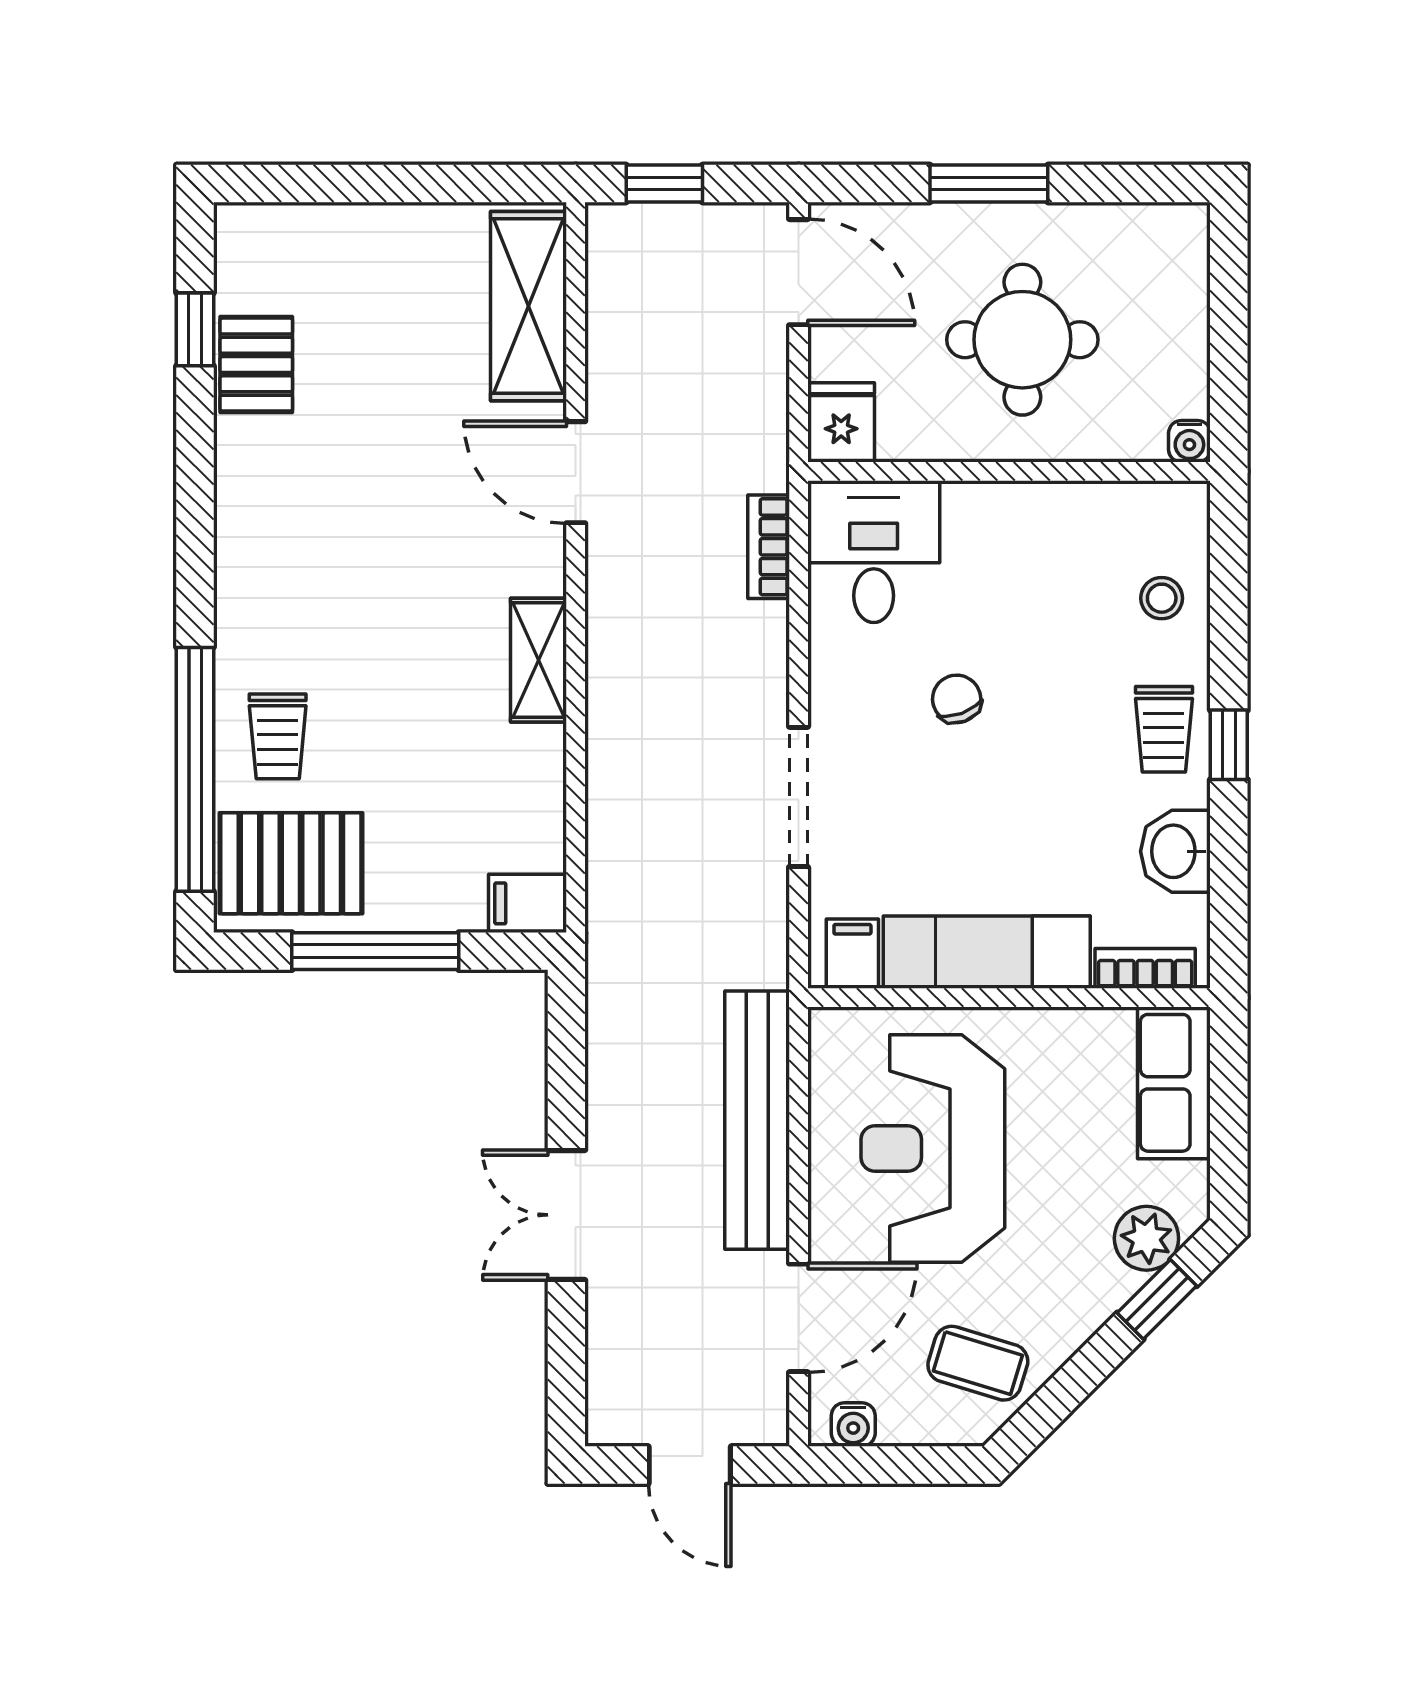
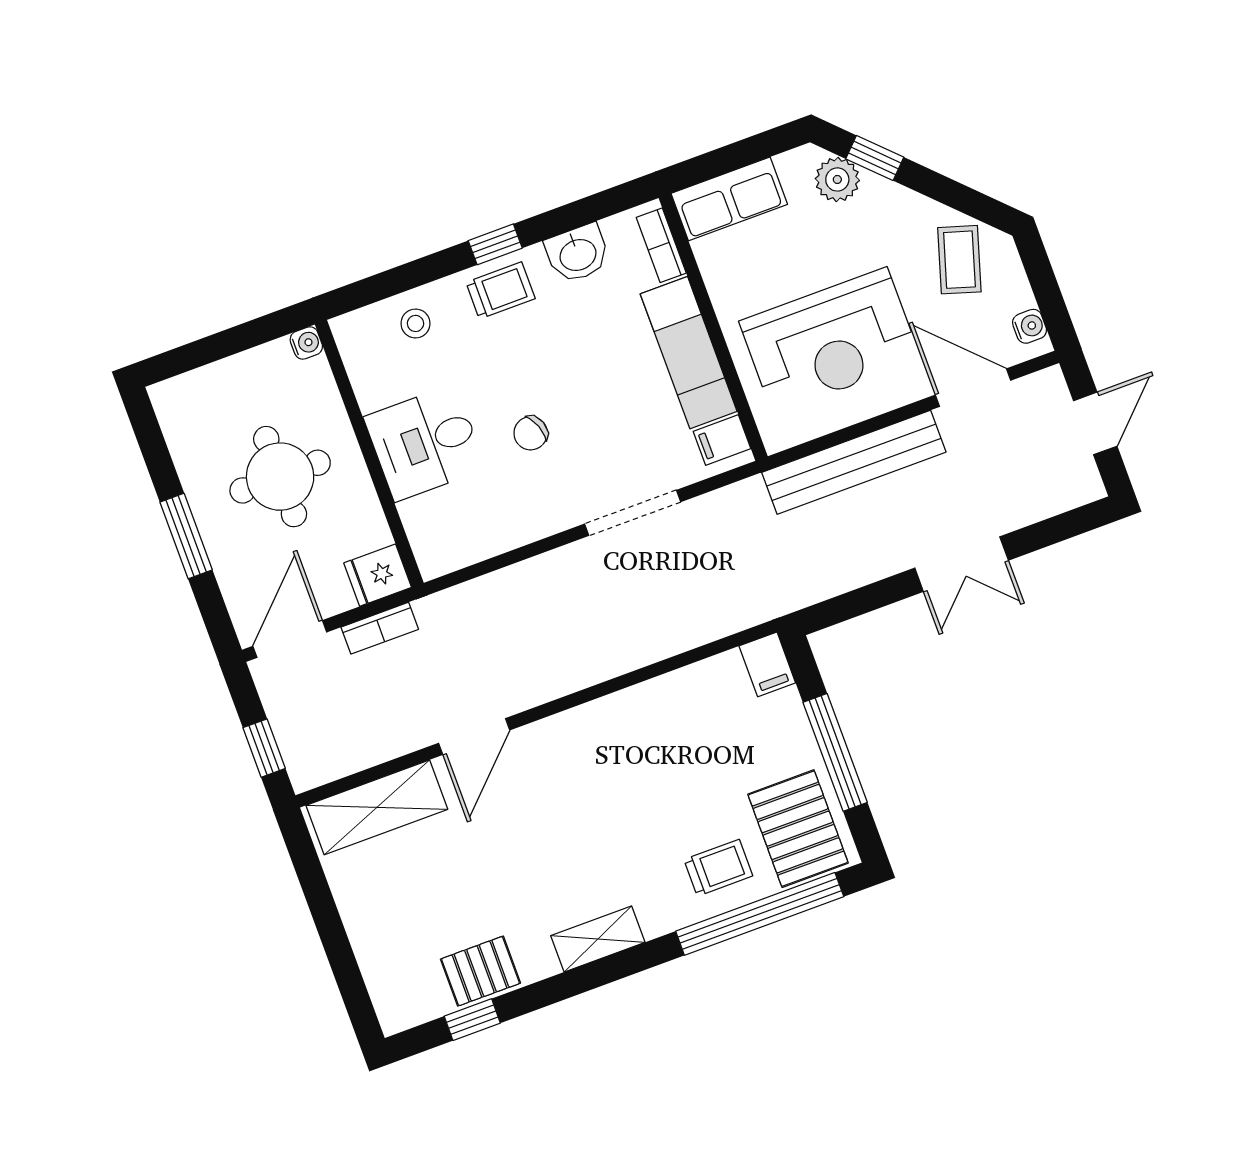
bookcase: (769, 547) -> (380, 628), moved
desk: (874, 552) -> (425, 443), moved
shelving: (539, 660) -> (598, 939), moved

